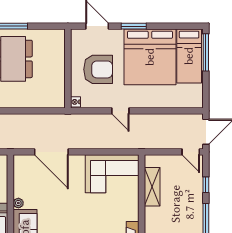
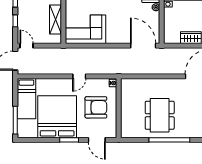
bed: (189, 56) -> (26, 99), moved, turned 180
armchair: (98, 69) -> (96, 107), turned 180
door: (120, 111) -> (79, 76), swing flipped
door: (51, 152) -> (143, 46), moved

